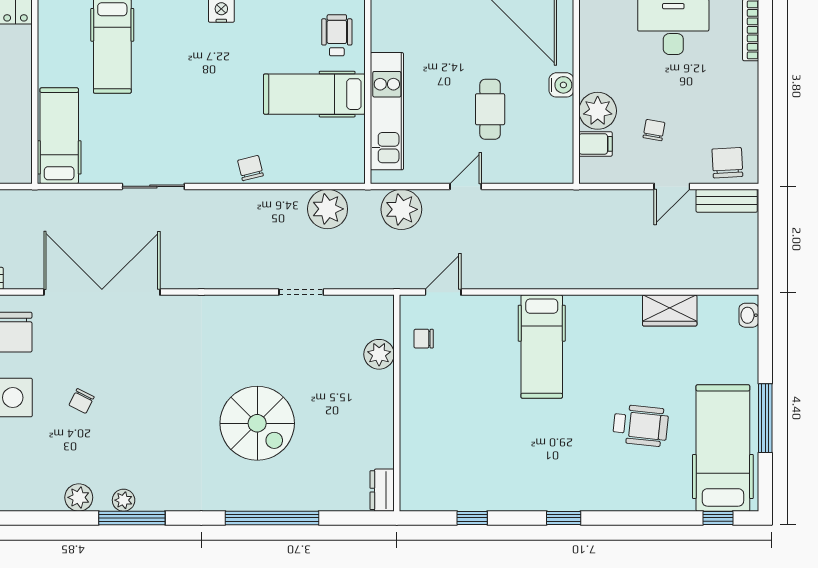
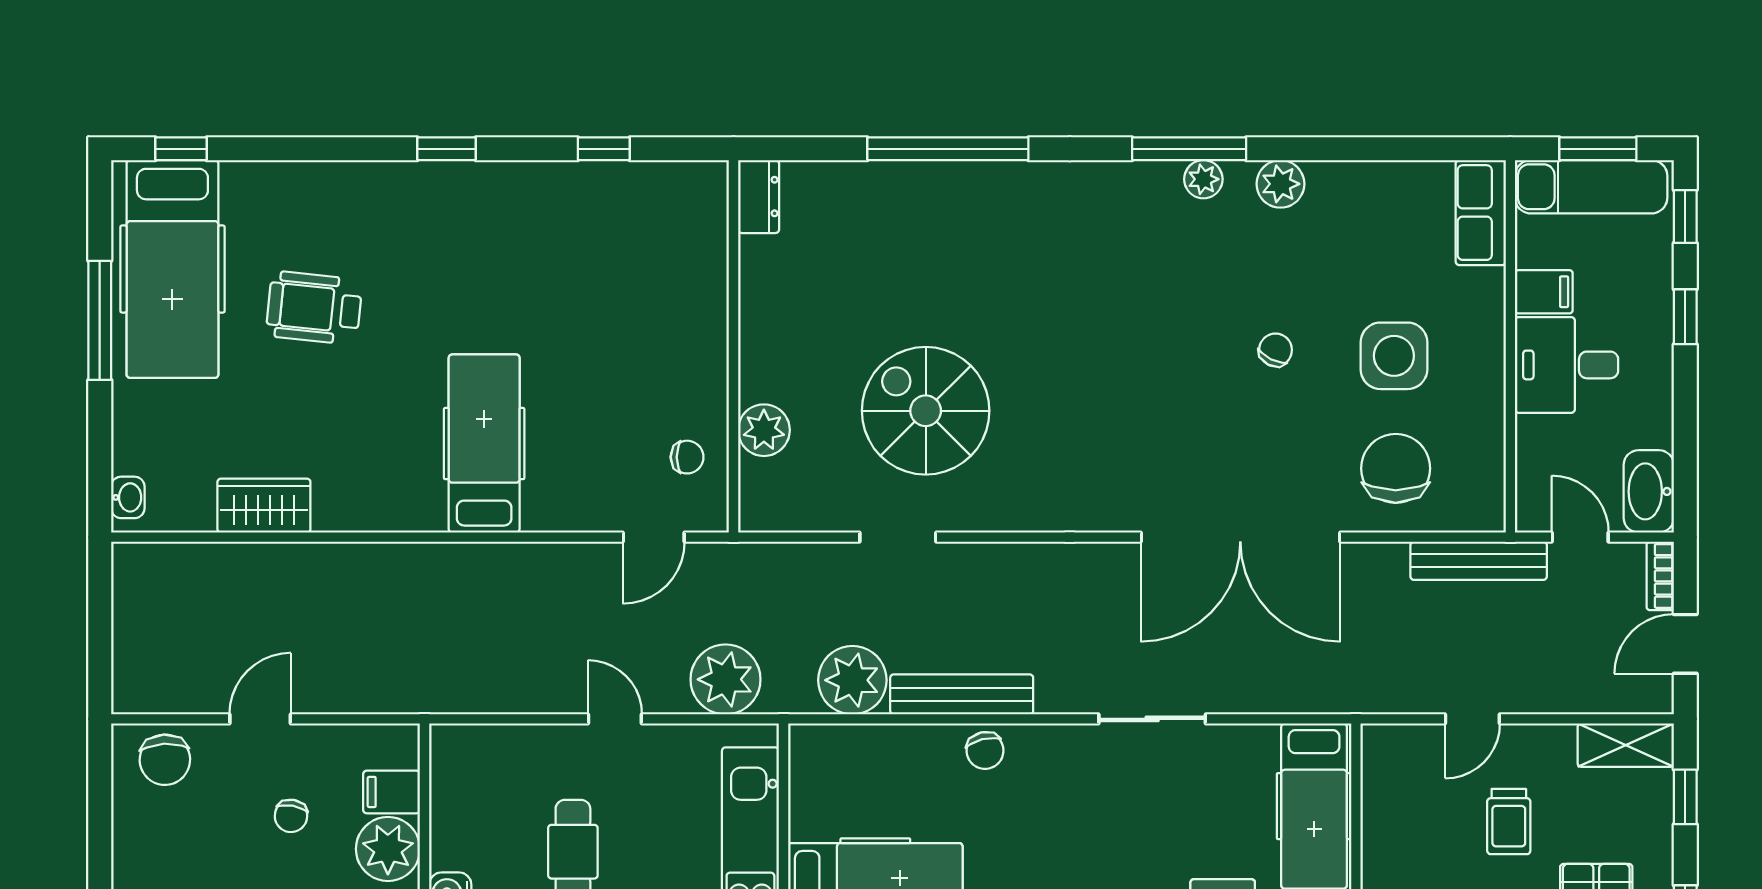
door: (466, 186) -> (615, 719), swing flipped
bench: (727, 201) -> (962, 694), moved, width x1.36
spiral stairs: (257, 423) -> (926, 411), moved

